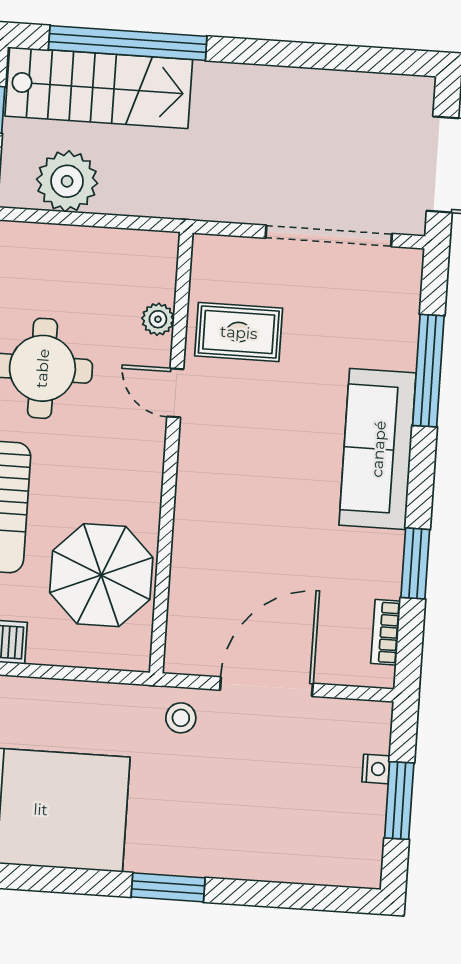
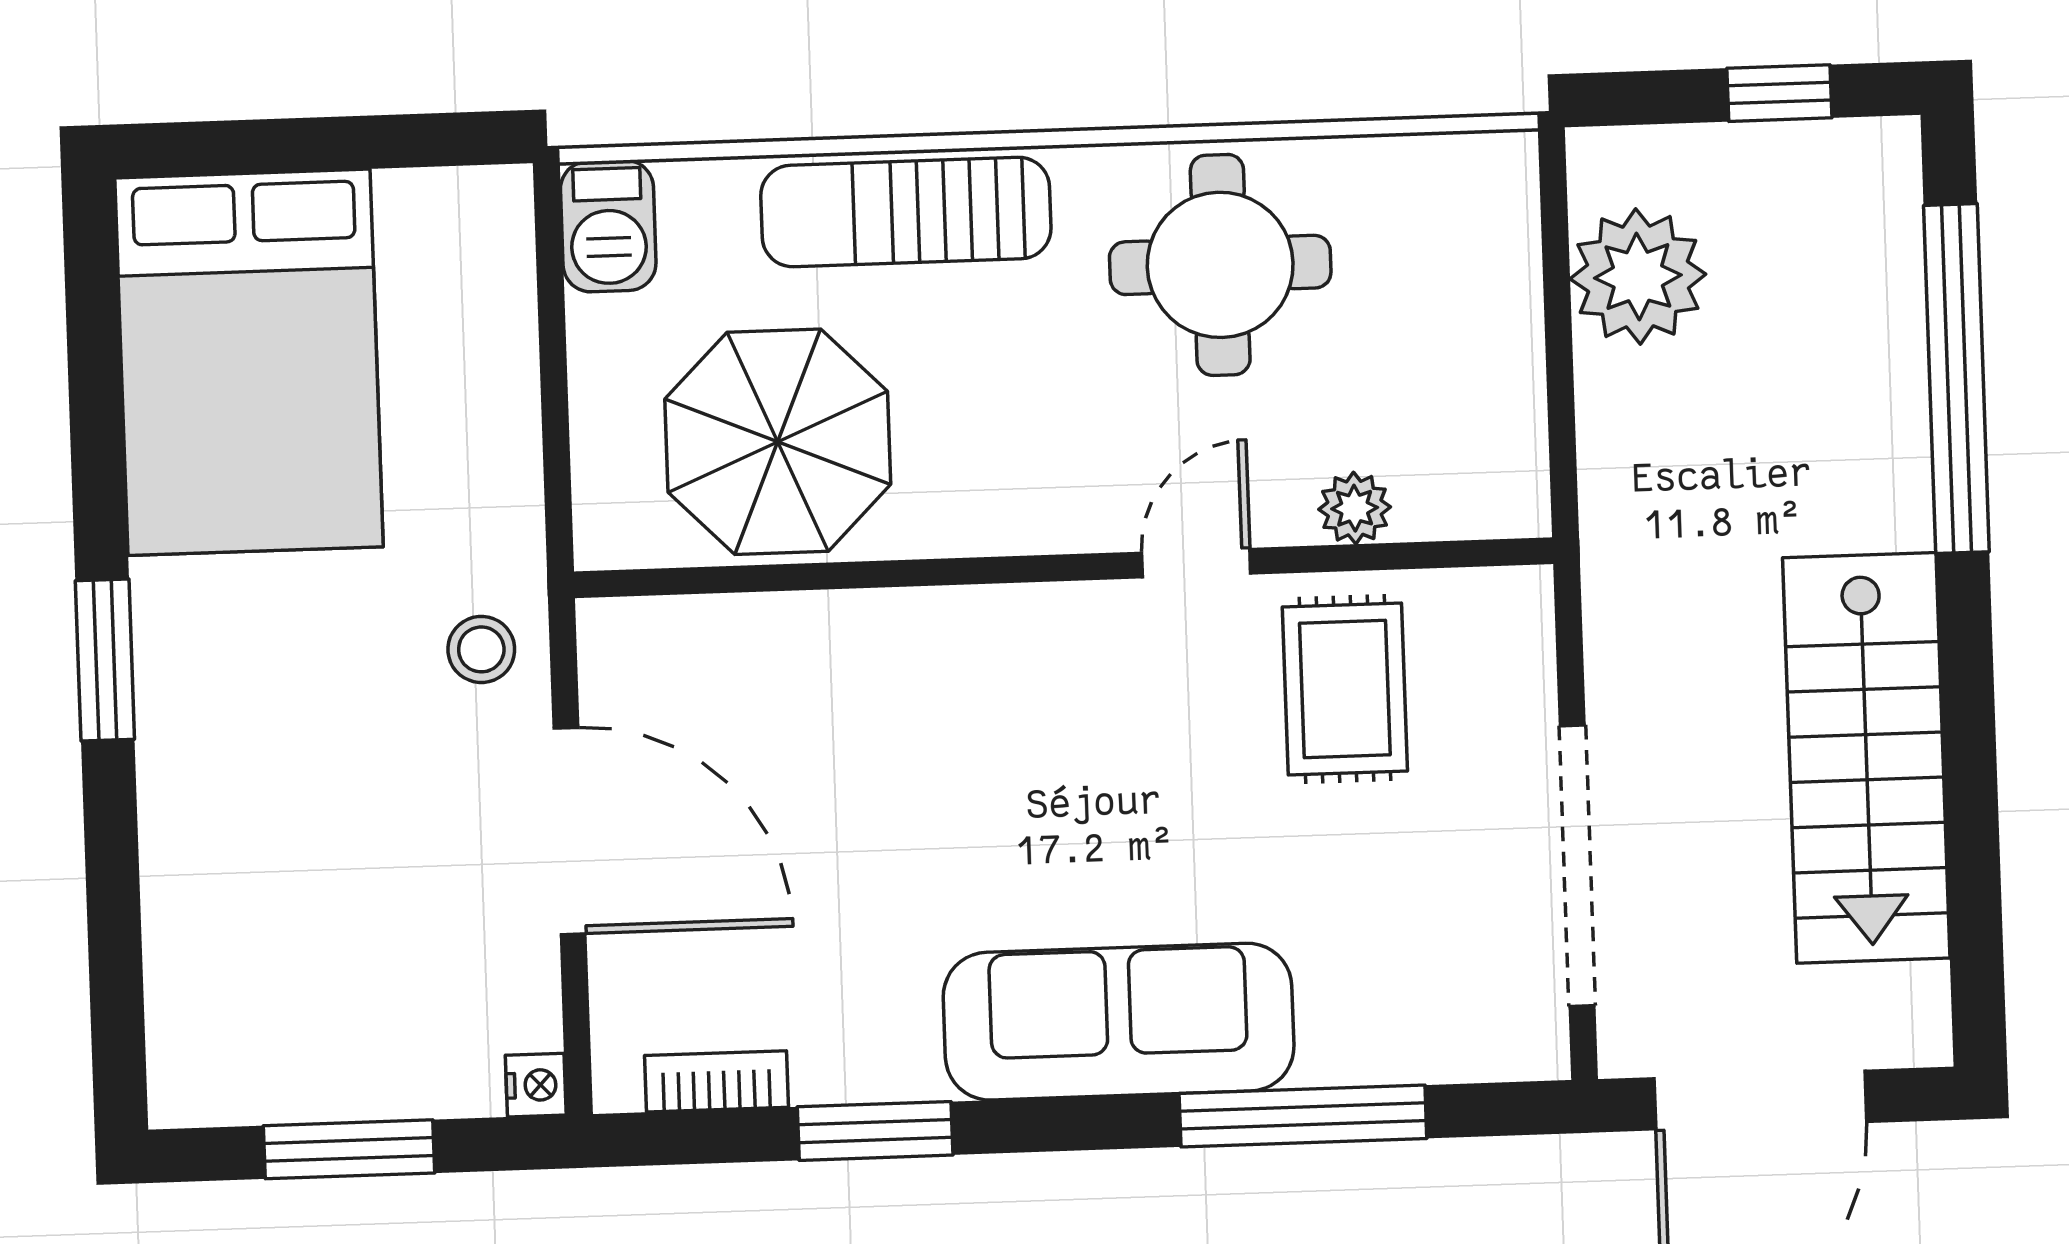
stairs: (99, 88) -> (1866, 758), moved
nightstand: (376, 769) -> (536, 1085), moved, turned -90

